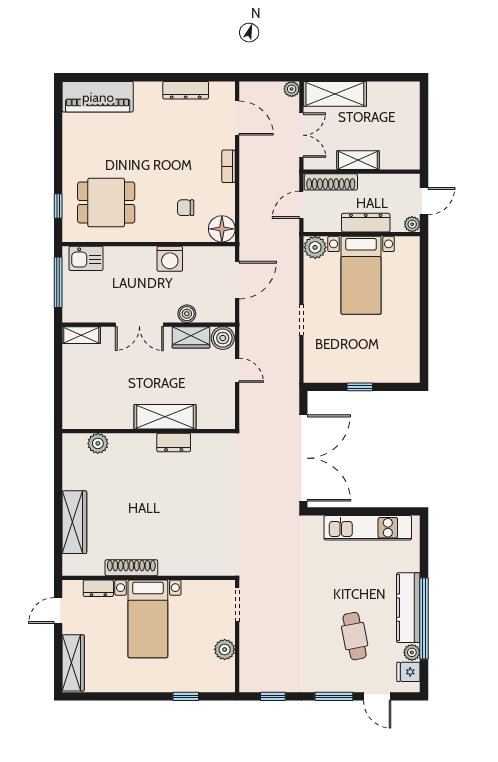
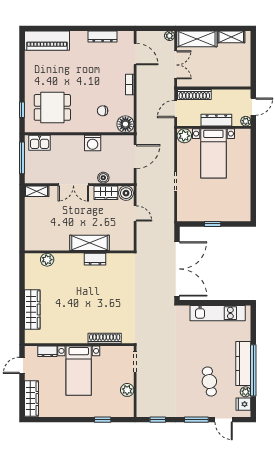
shelving: (358, 160) -> (231, 37), moved
shoe rack: (131, 568) -> (105, 338), moved

